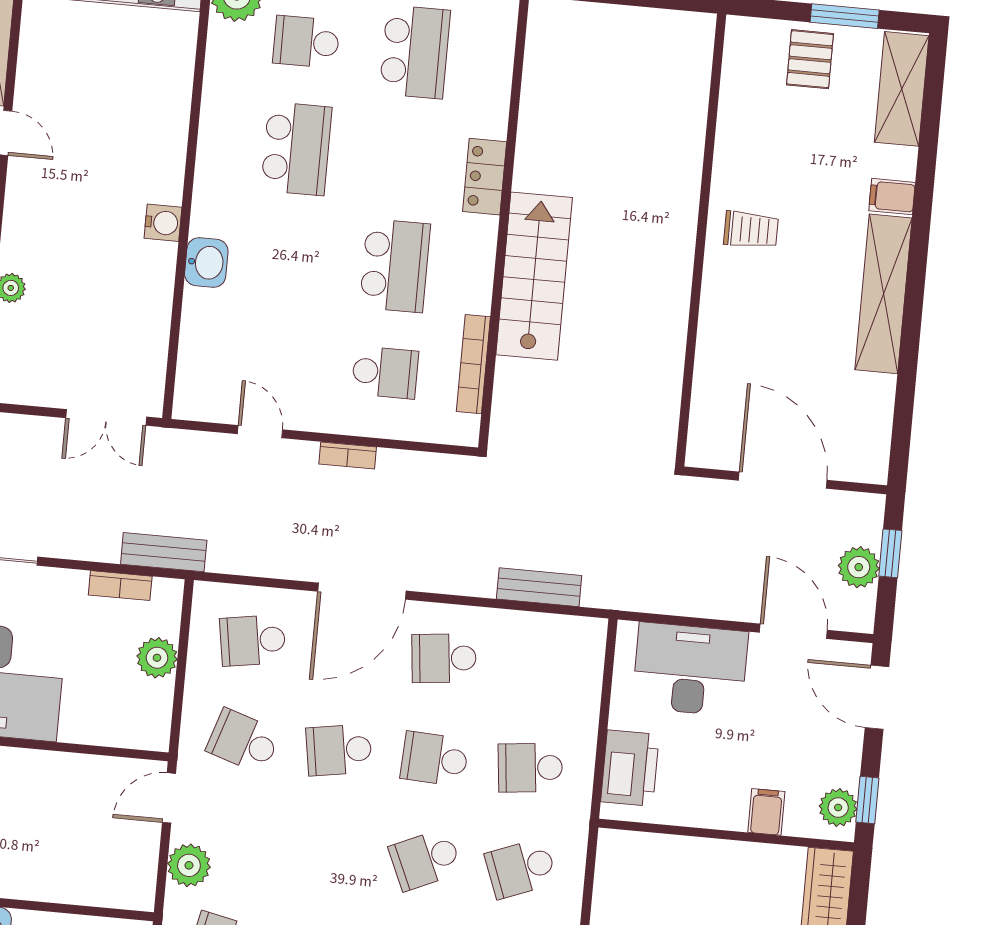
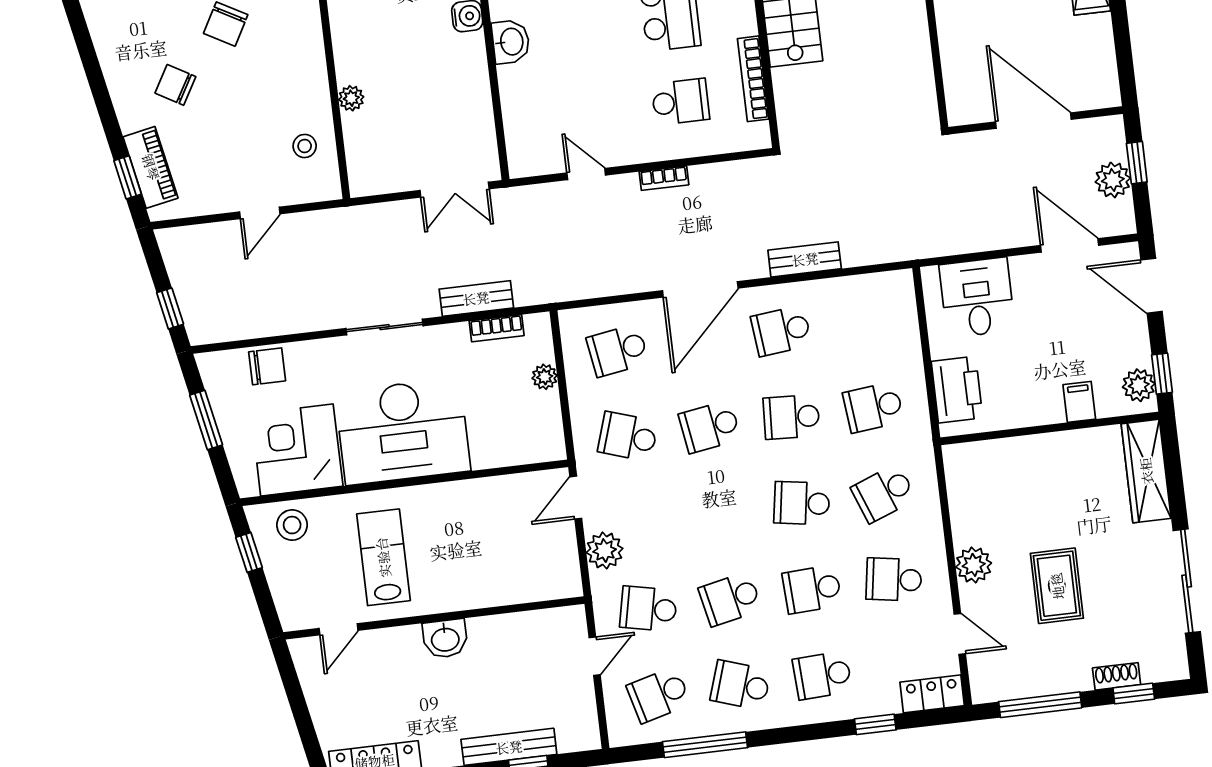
bench: (164, 552) -> (476, 298), moved
bench: (539, 587) -> (805, 259), moved
plant: (157, 658) -> (545, 377), width x0.73, depth x0.73
desk: (690, 669) -> (977, 298), width x0.73
school desk: (425, 860) -> (802, 503), turned 33

